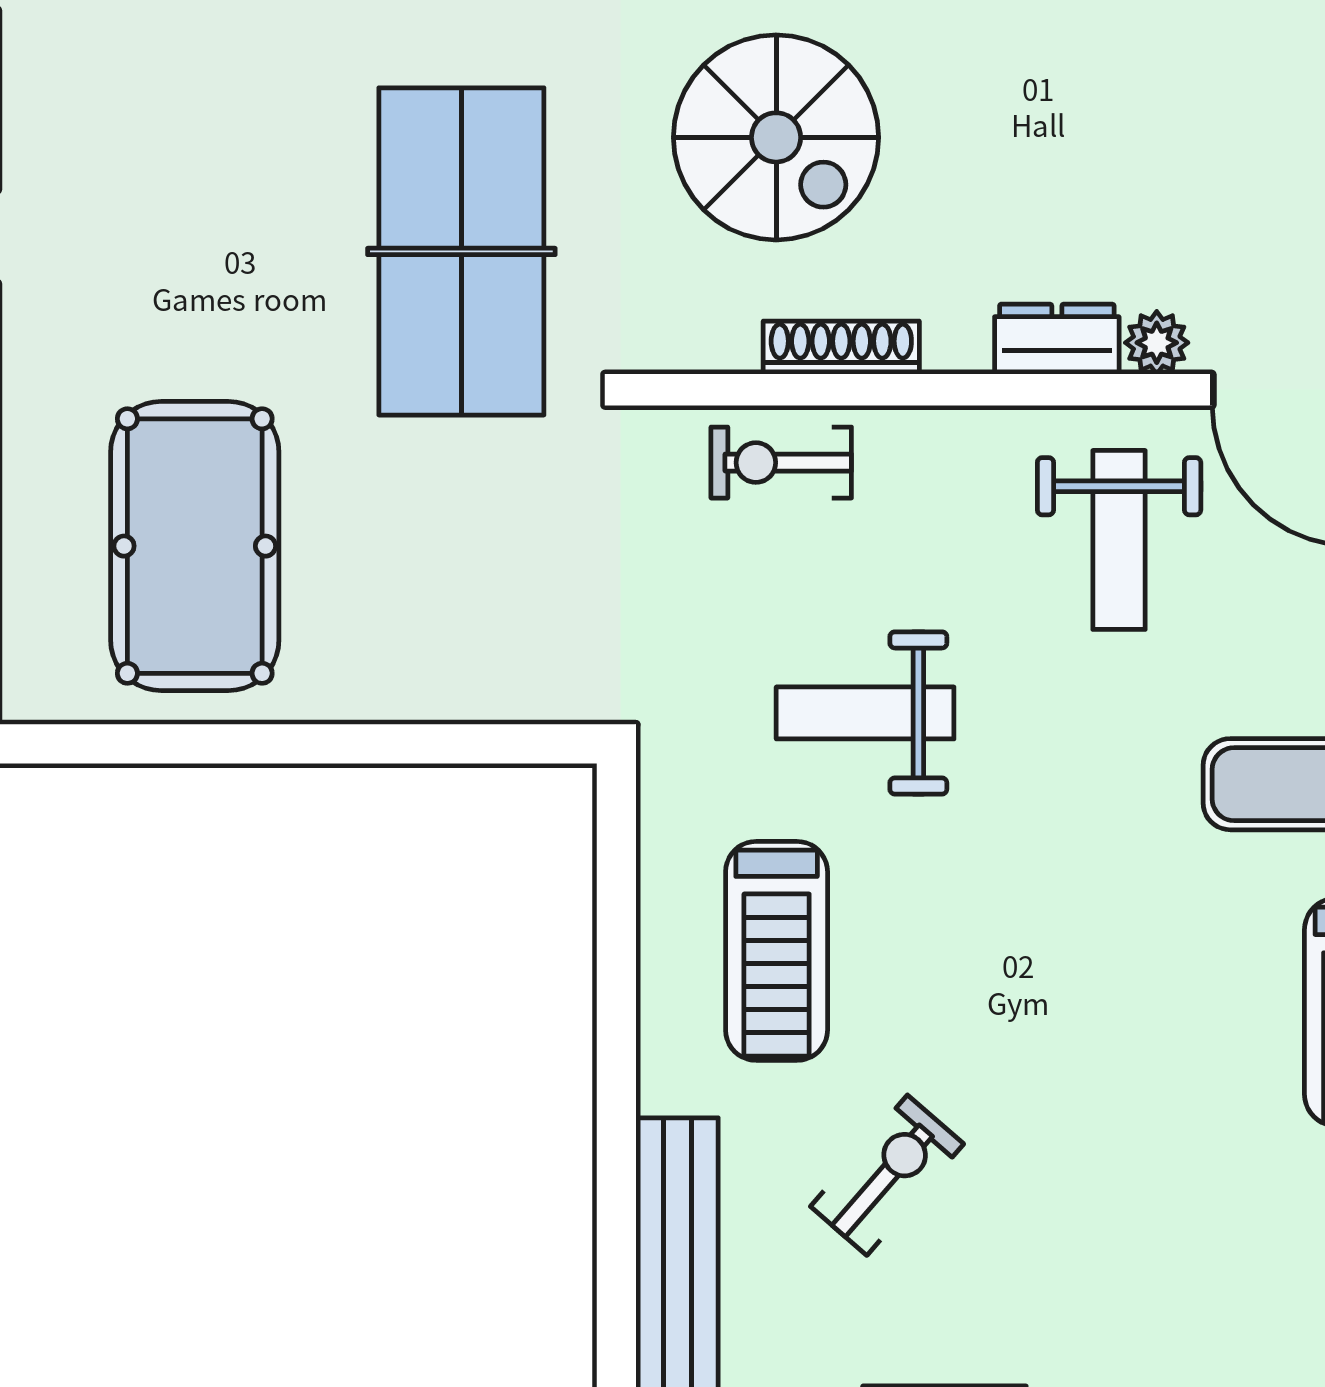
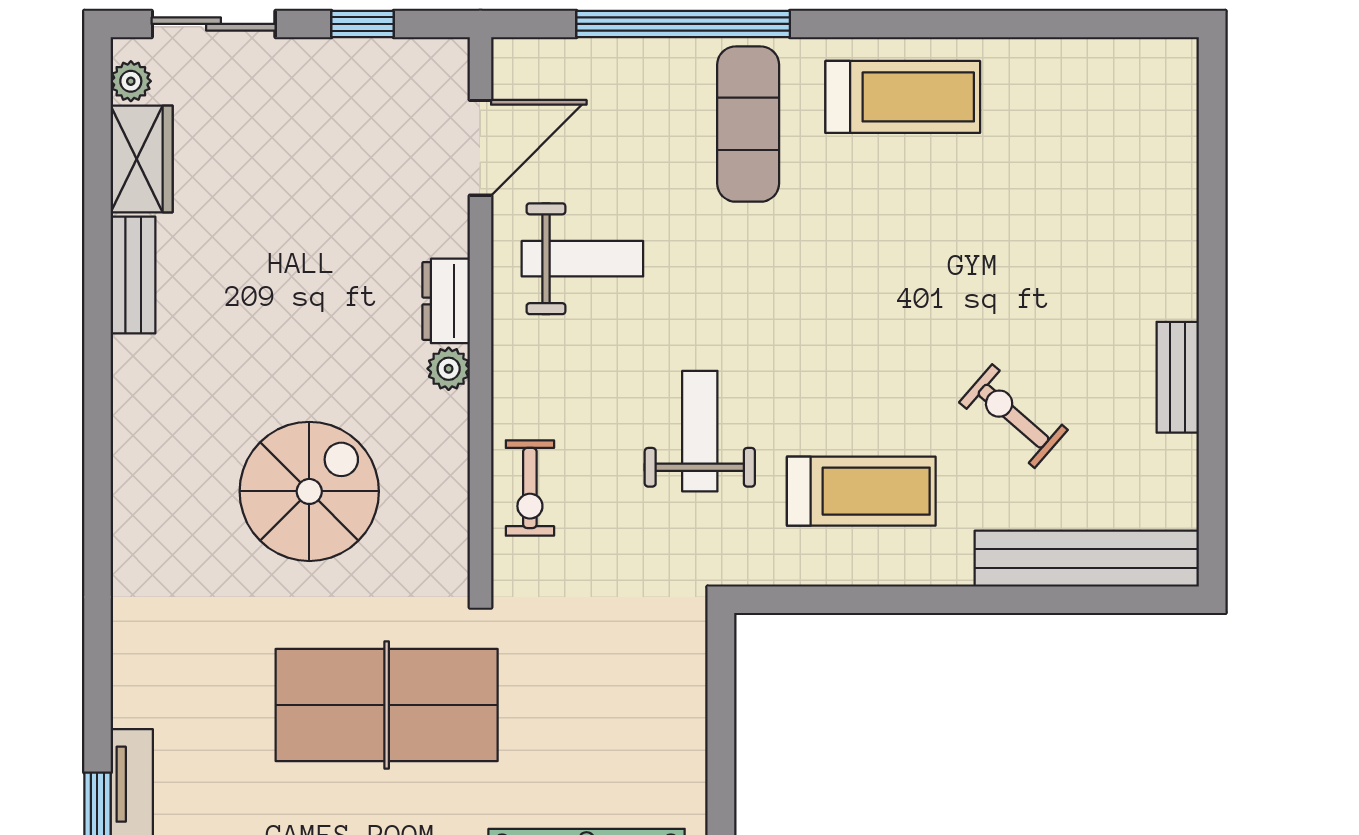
plant: (1157, 343) -> (449, 369), moved
shoe rack: (841, 348) -> (452, 447), removed
weight bench: (865, 713) -> (700, 431), turned 180

